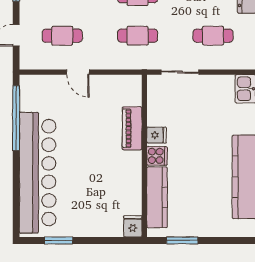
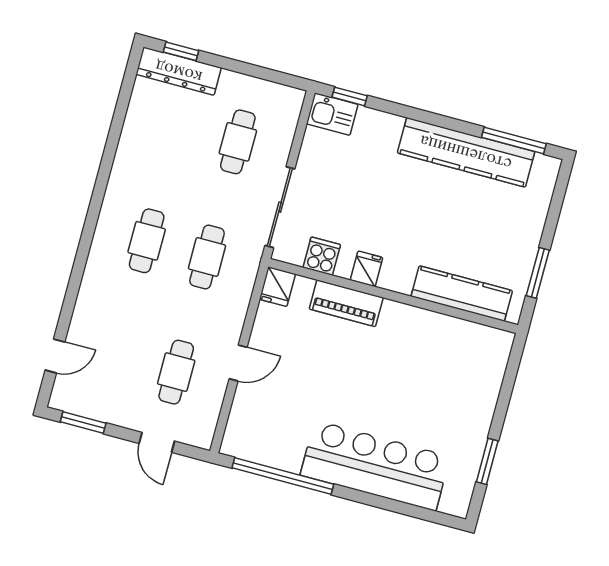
sliding door: (180, 72) -> (280, 207), width x1.37
cooker: (157, 156) -> (322, 256), moved
bar counter: (38, 173) -> (375, 466), width x0.73
fridge: (133, 226) -> (277, 287), moved, turned -90

